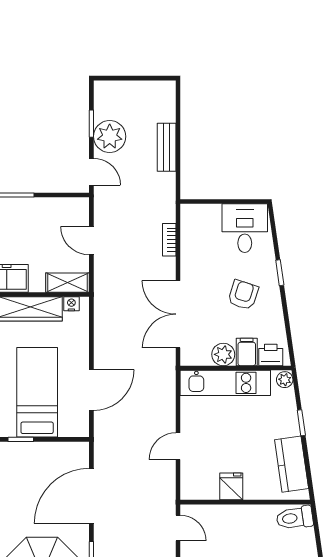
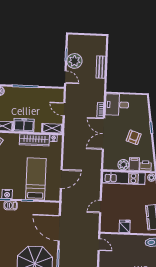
desk: (245, 228) -> (117, 105), moved, turned -90
double door: (178, 314) -> (103, 134), moved
door: (91, 496) -> (59, 228), hinge flipped

